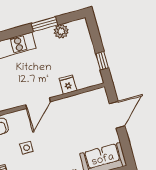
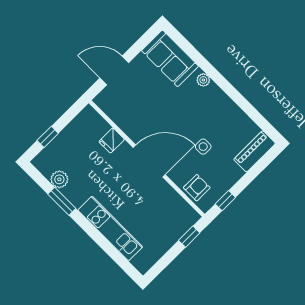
window: (102, 61) -> (48, 137), moved
door: (38, 103) -> (149, 161), width x1.36

